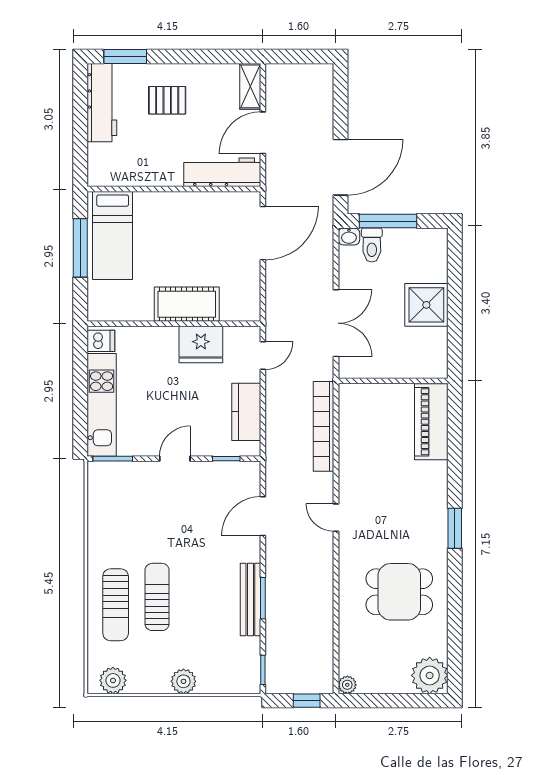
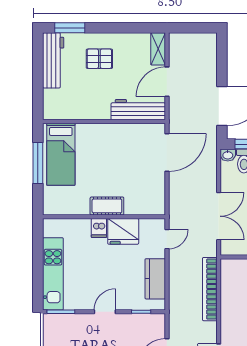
cot: (187, 304) -> (107, 206), width x0.73, depth x0.75
dishwasher: (101, 341) -> (99, 228), moved, turned 90

